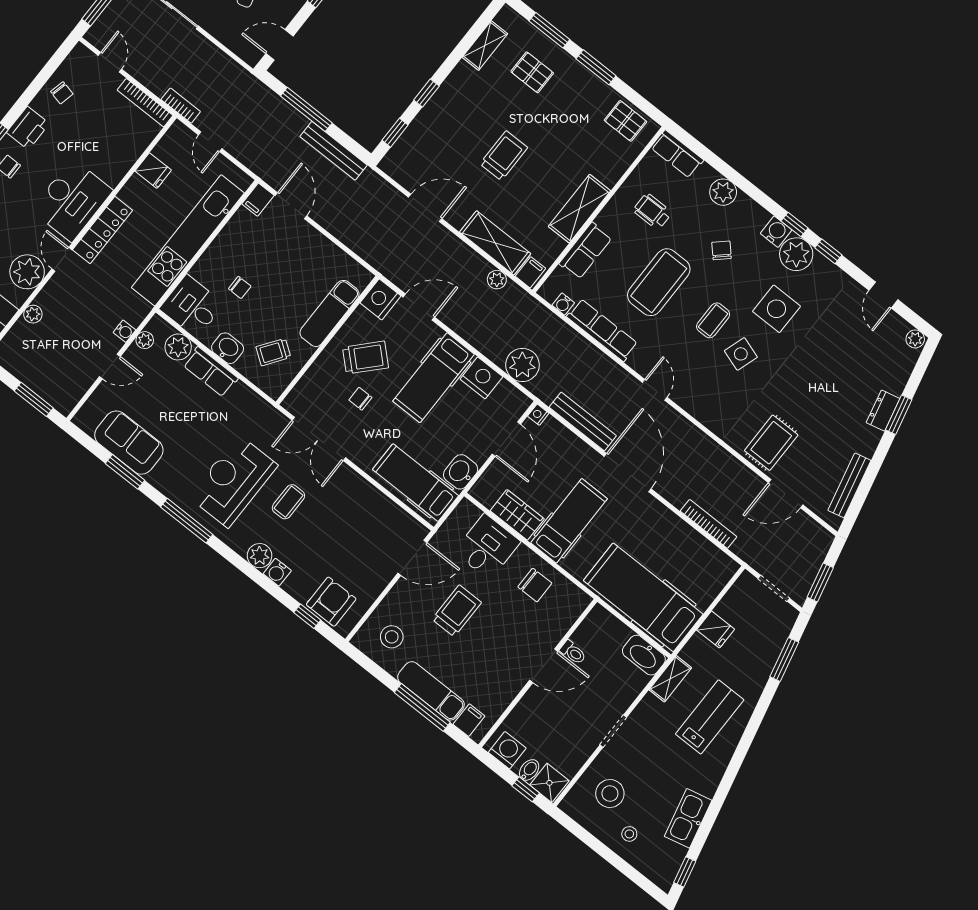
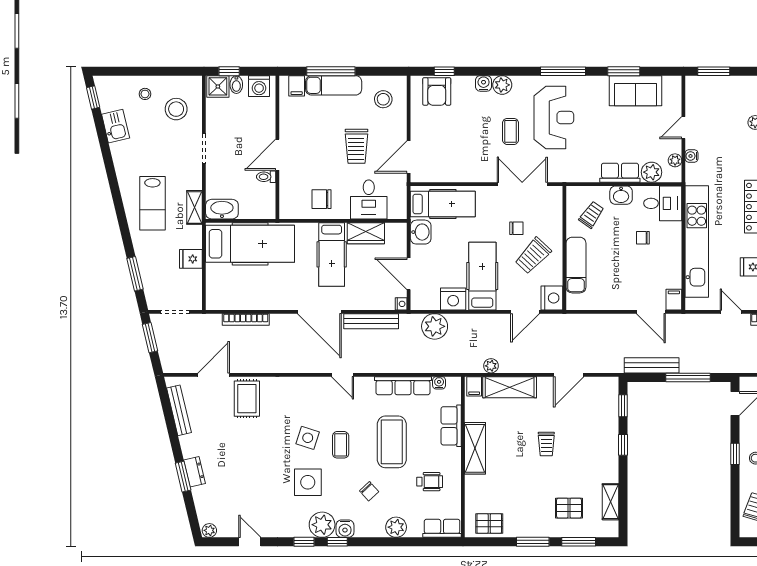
trolley: (504, 156) -> (546, 444), width x0.73, depth x0.72
kitchen sink: (688, 818) -> (116, 126), width x0.73

